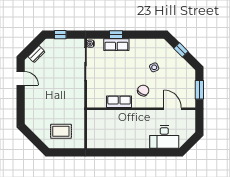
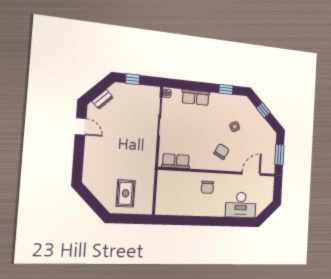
window: (116, 35) -> (226, 89), moved
row of seats: (119, 102) -> (176, 161), moved
door: (173, 109) -> (251, 174), hinge flipped
chair: (132, 123) -> (207, 187), added
rug: (61, 131) -> (126, 193), turned 90

